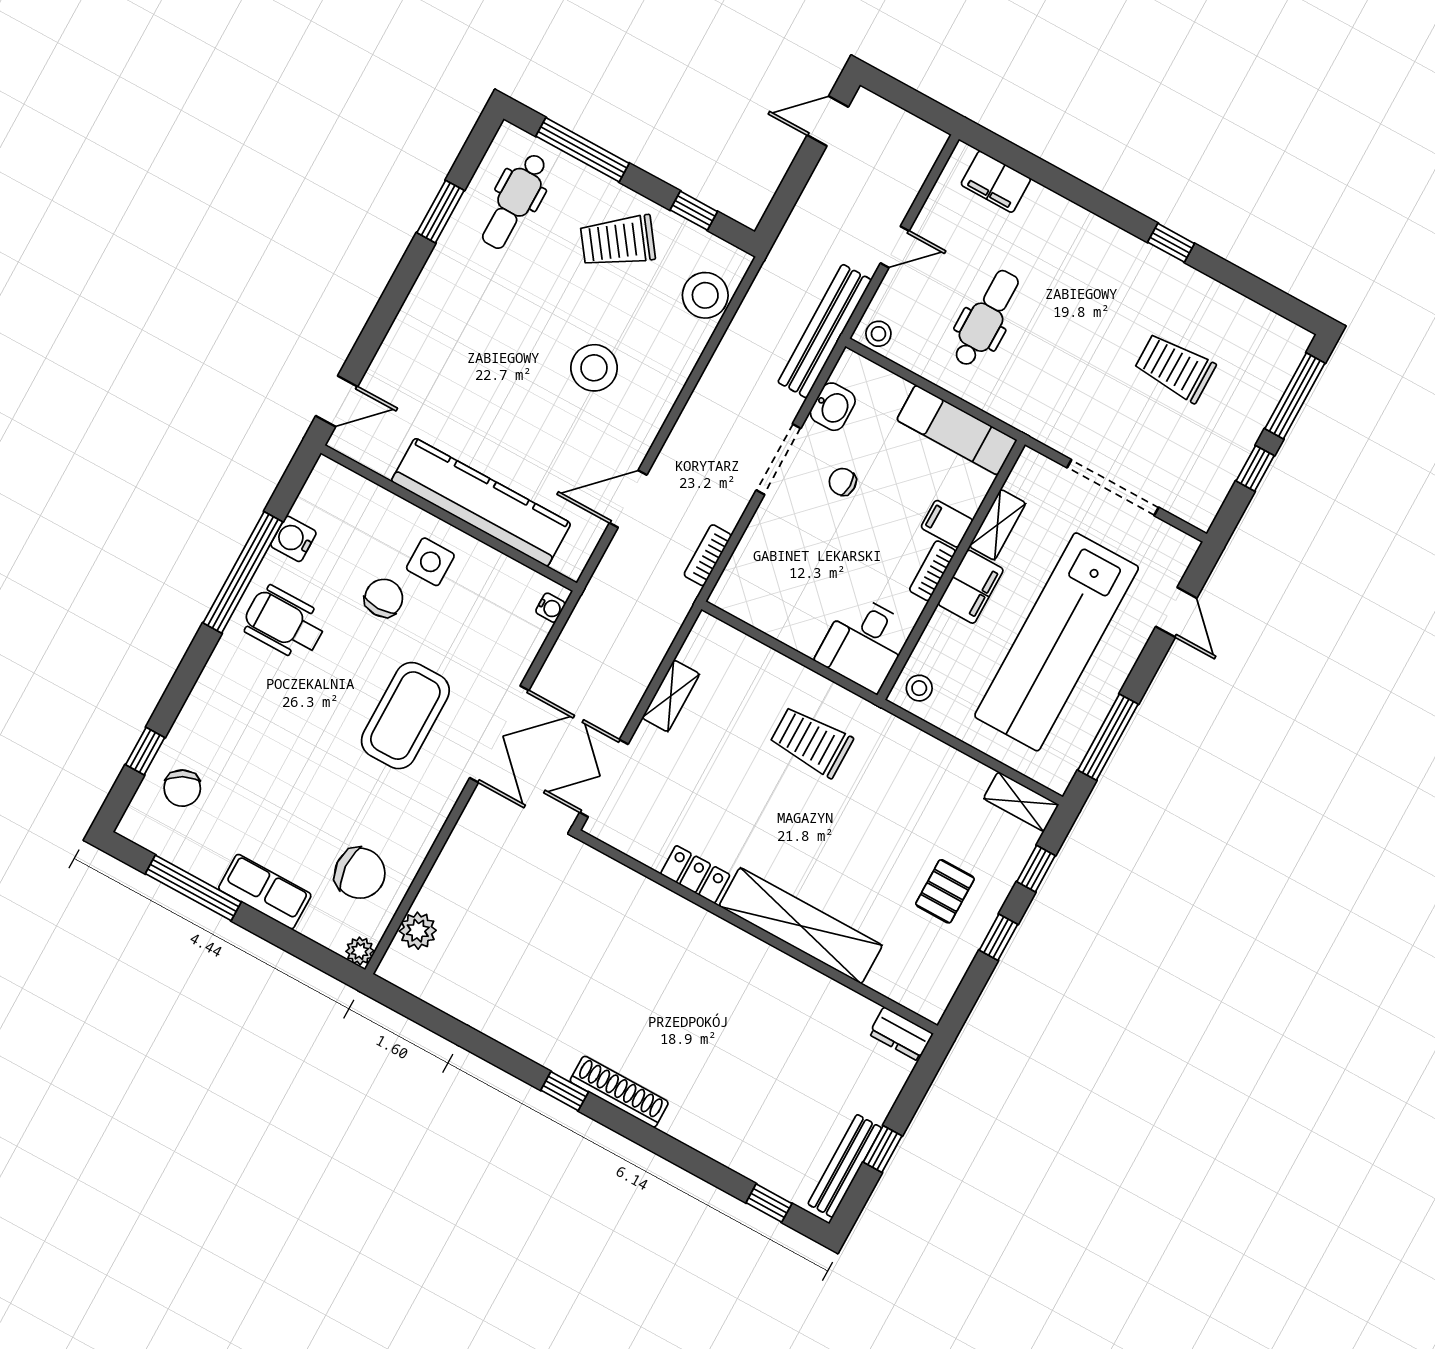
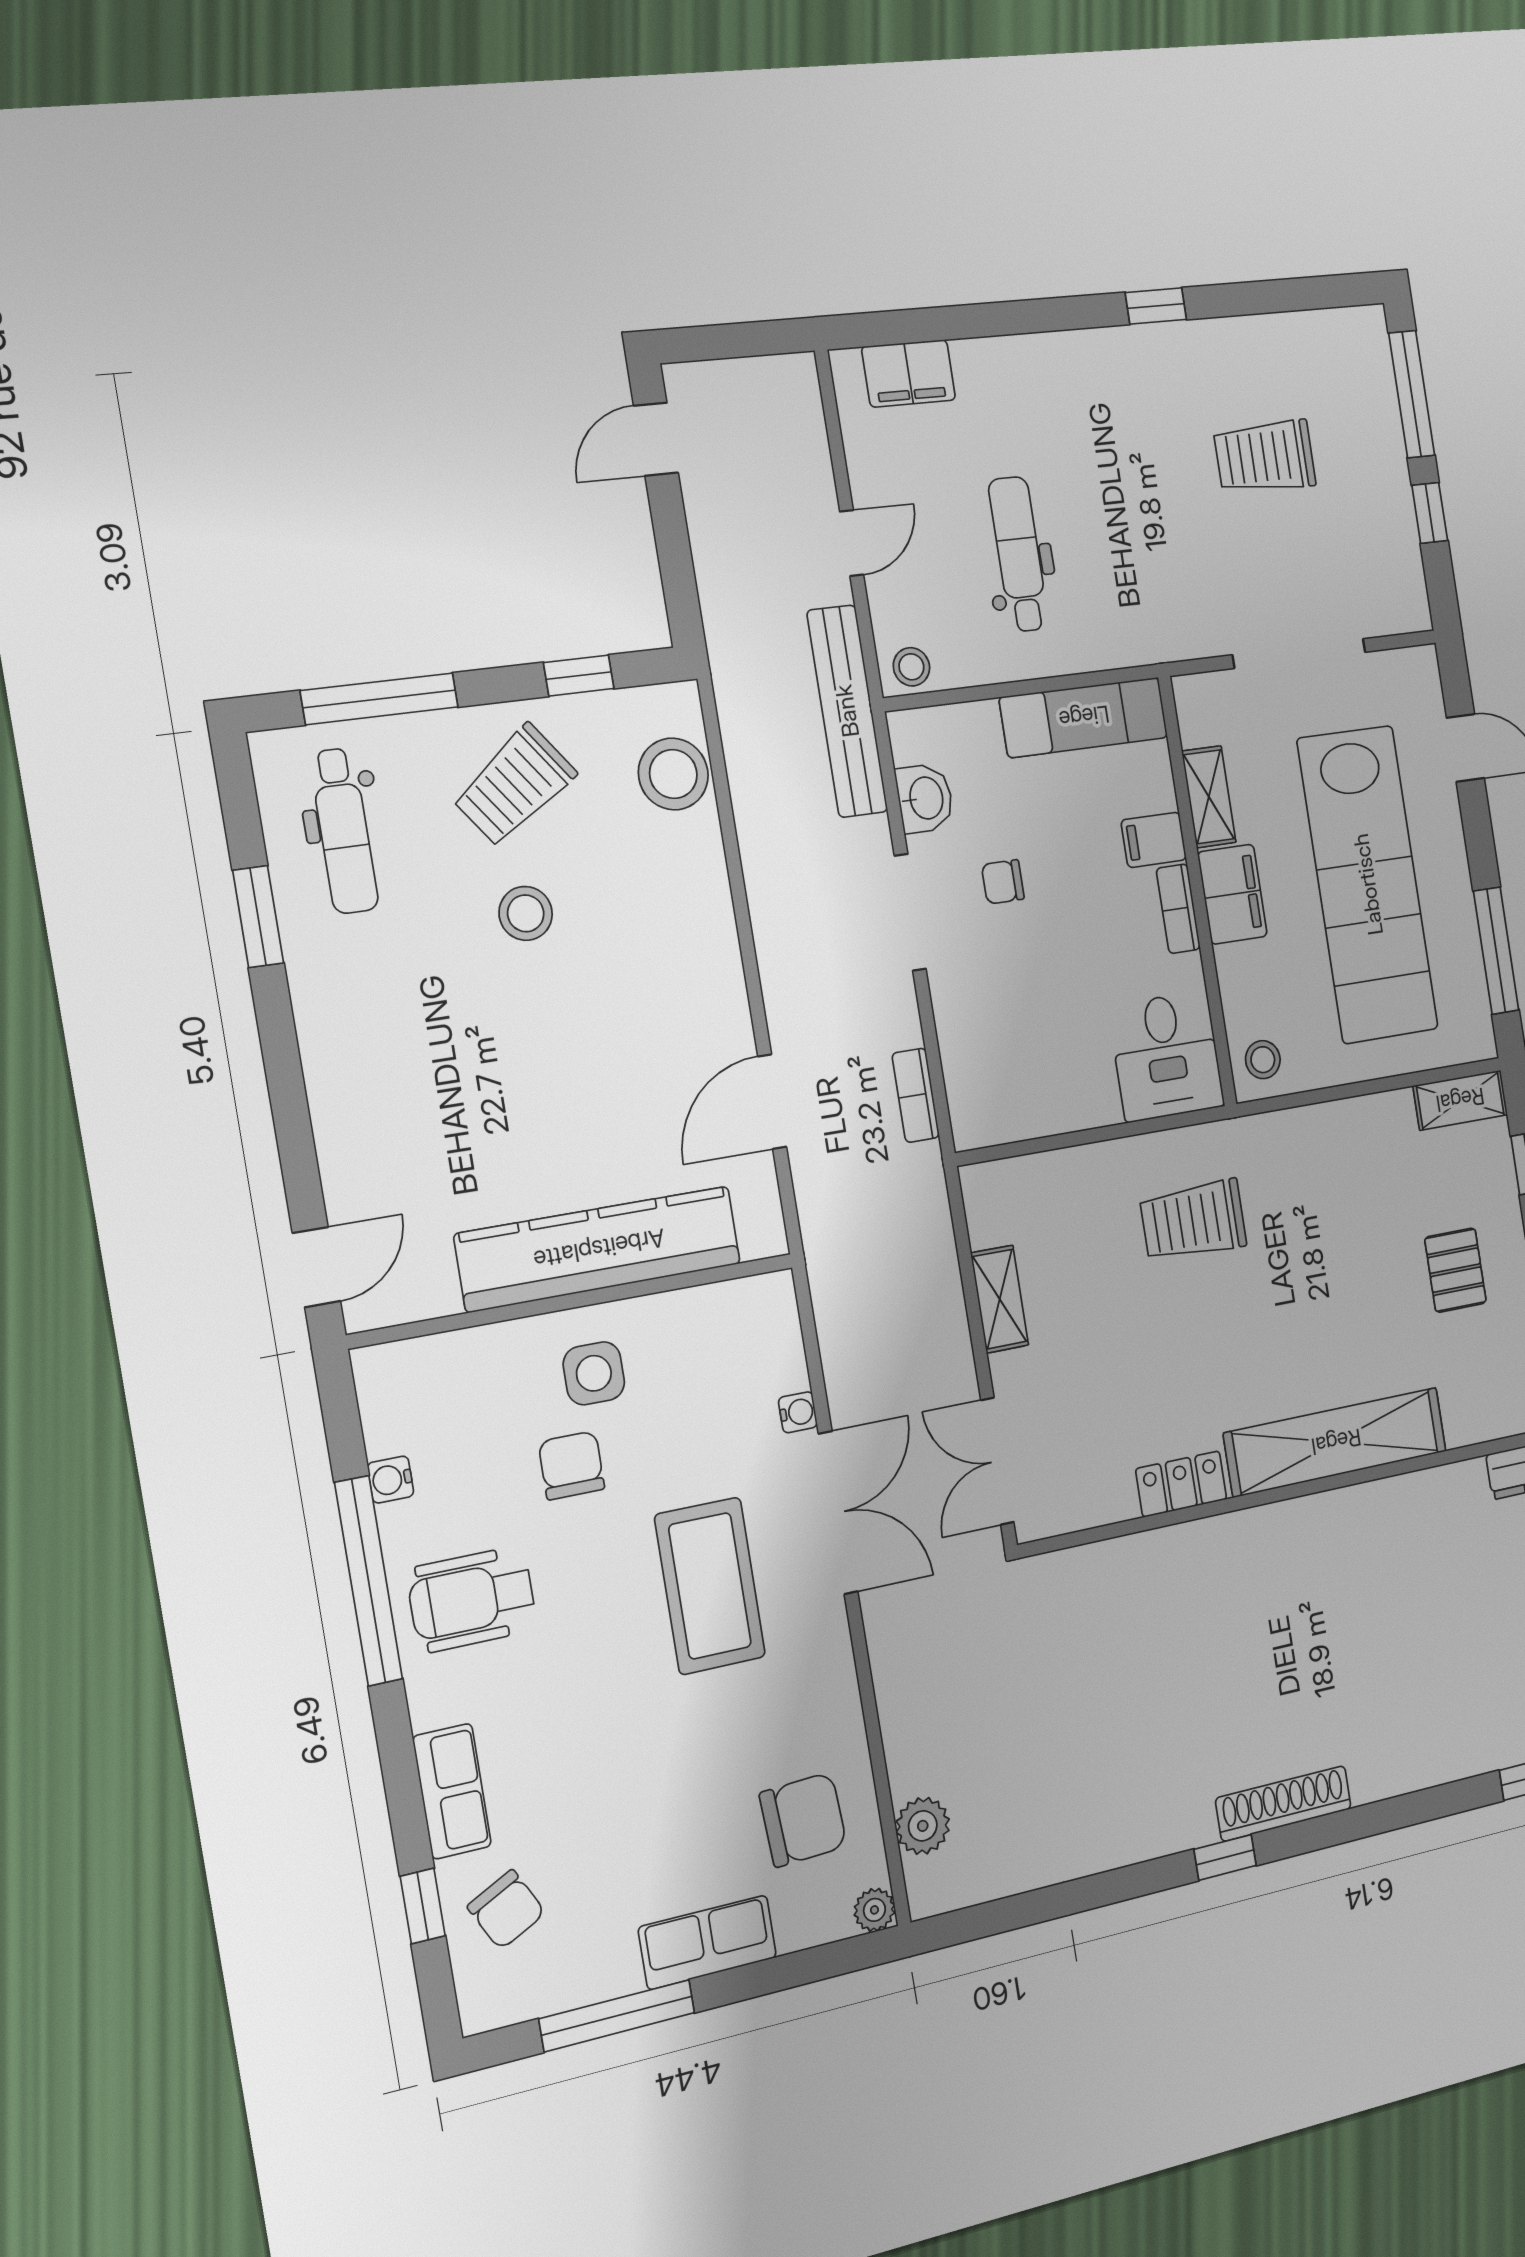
stool: (594, 368) -> (526, 913), moved, width x0.73, depth x0.73
water cooler: (293, 539) -> (391, 1480), width x0.72, depth x0.72
water cooler: (550, 608) -> (798, 1412), moved
row of seats: (202, 708) -> (452, 1791), added

